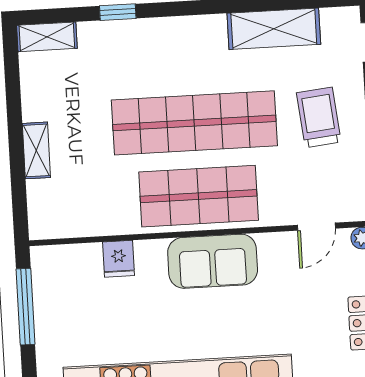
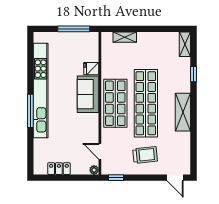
shelving: (274, 29) -> (183, 112), moved
shelving: (36, 150) -> (125, 37), moved
sofa: (213, 261) -> (88, 94), moved

